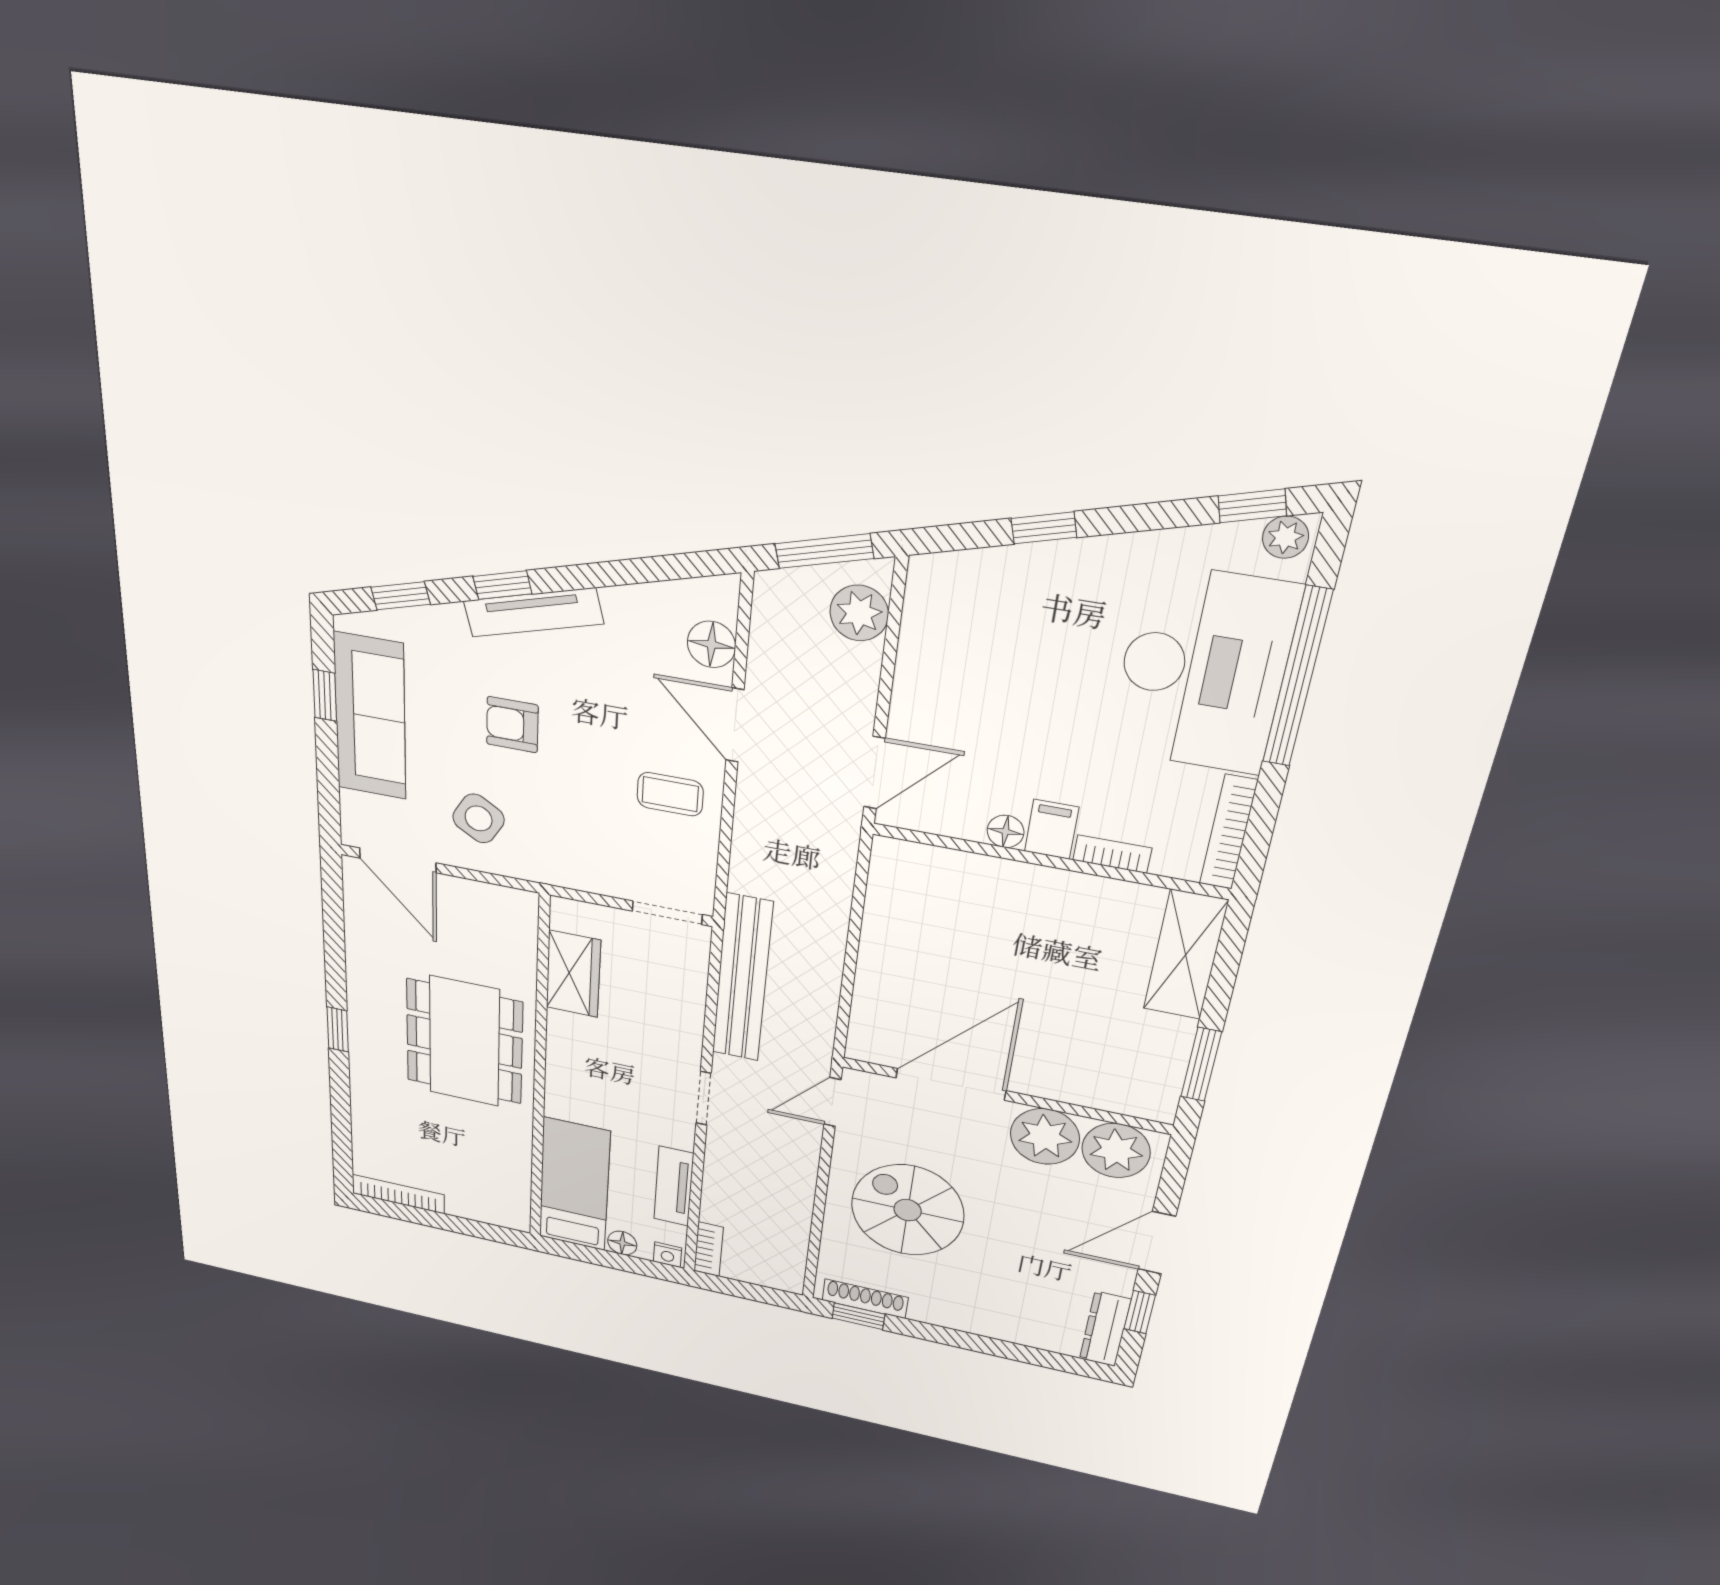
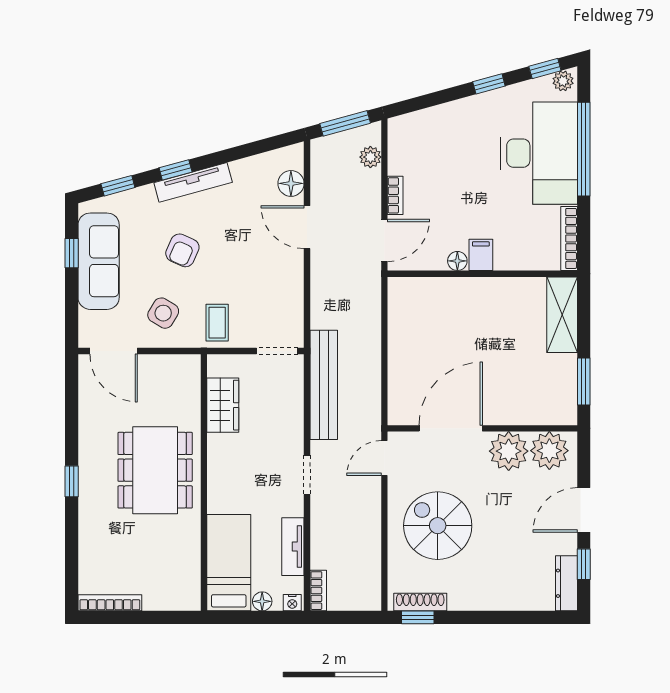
window: (1044, 528) -> (489, 84), moved
plant: (859, 613) -> (370, 157), width x0.73, depth x0.73
armchair: (512, 725) -> (182, 250), turned -66
coffee table: (670, 794) -> (217, 323), moved, turned 90
bookcase: (1112, 854) -> (395, 195), moved, turned 90

